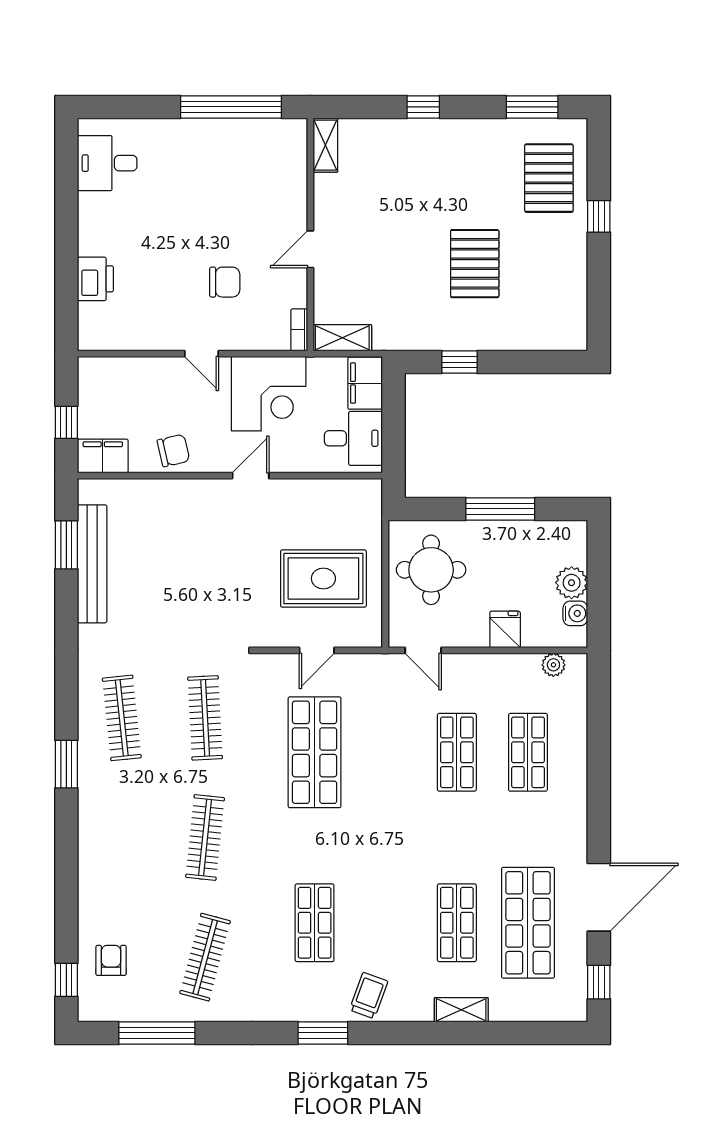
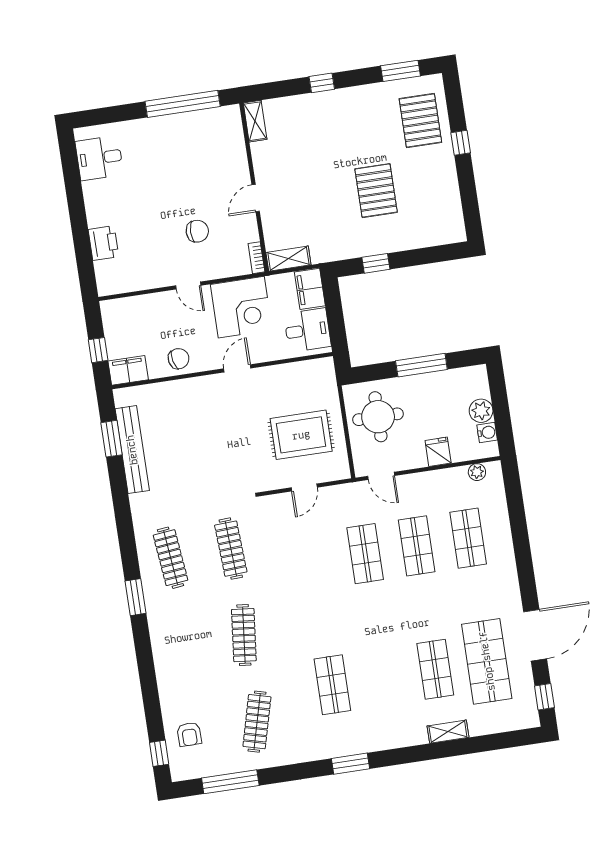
shop shelf: (315, 752) -> (365, 554), moved, width x0.70, depth x0.74
armchair: (111, 960) -> (189, 734), turned 180
trolley: (369, 996) -> (379, 731), removed

